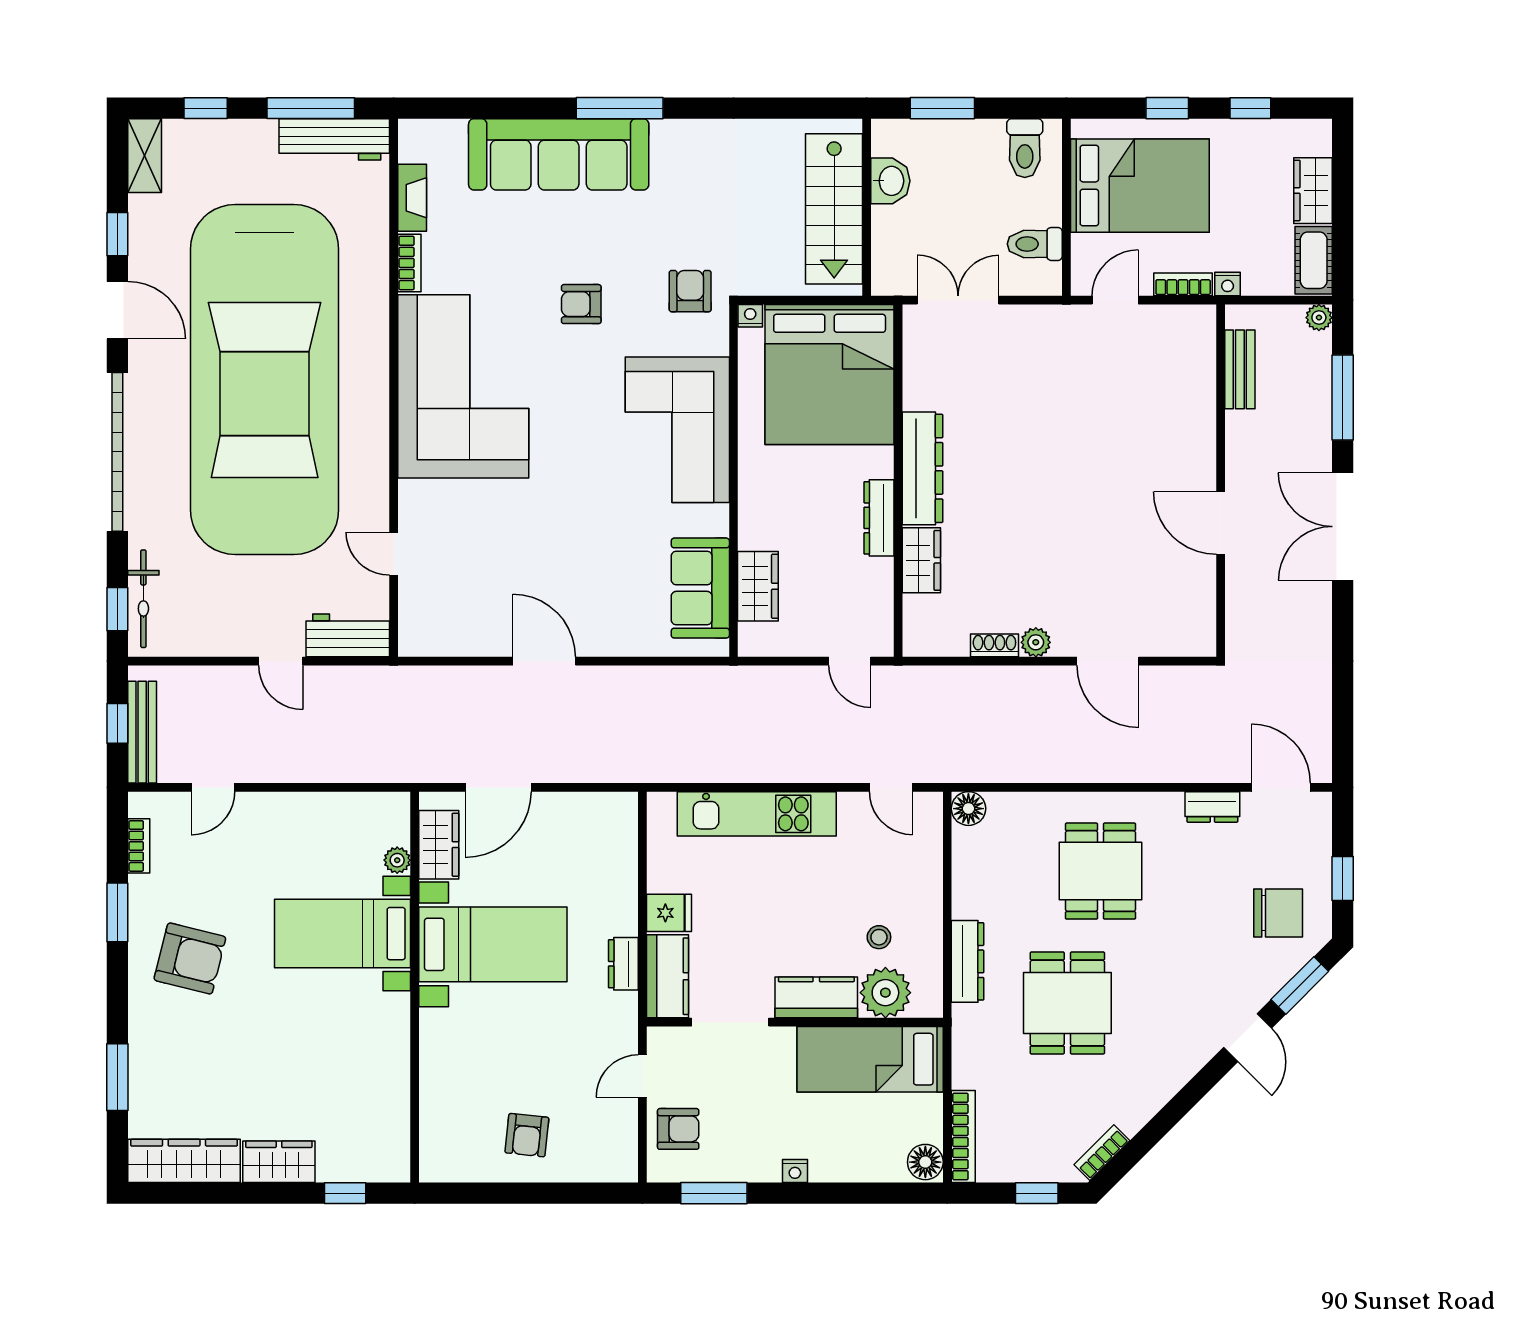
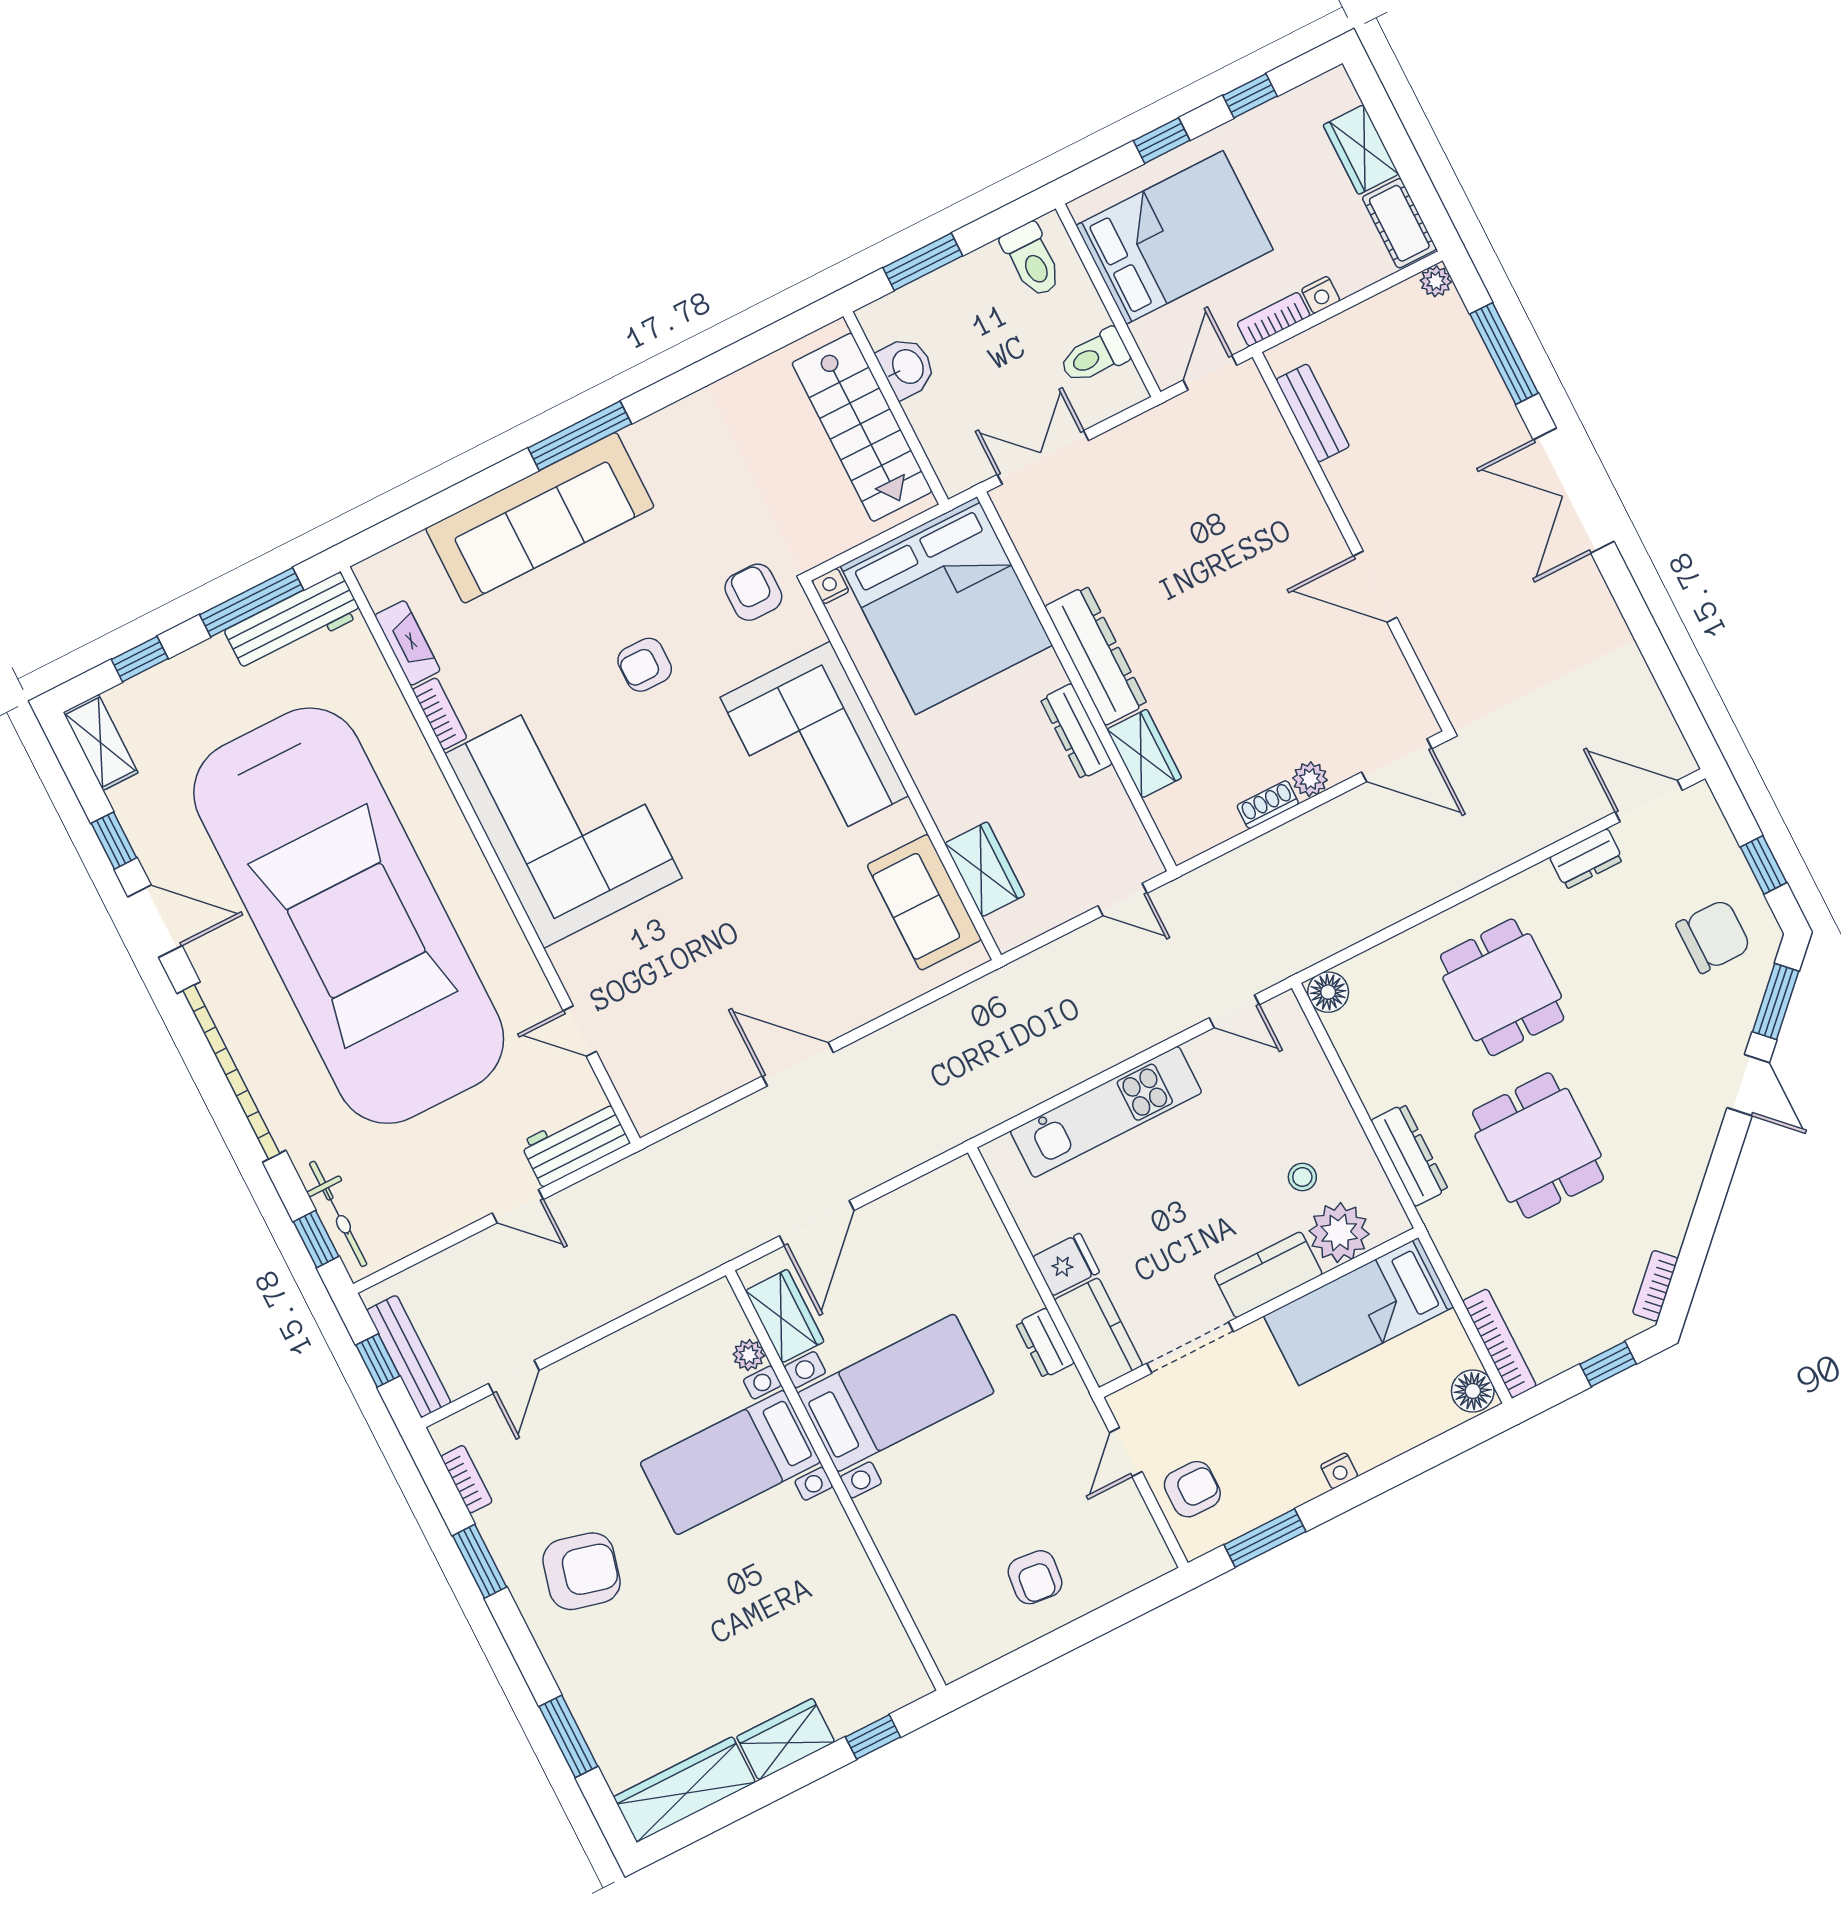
bench: (1240, 369) -> (1313, 413), moved
wall: (1221, 481) -> (1352, 542), moved
door: (1221, 523) -> (1375, 587), moved

